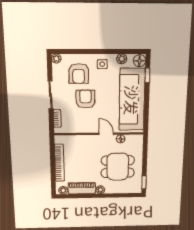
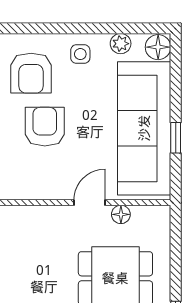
window: (147, 75) -> (176, 138), moved
door: (106, 134) -> (89, 203), hinge flipped

